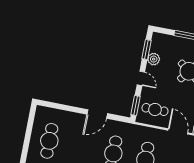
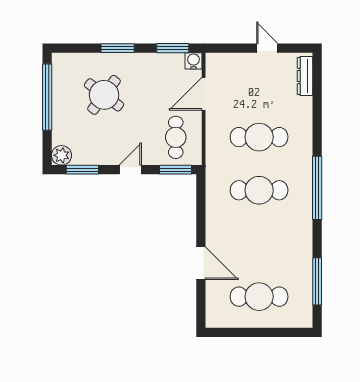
plant: (154, 59) -> (61, 155), moved
door: (97, 114) -> (201, 263), moved

